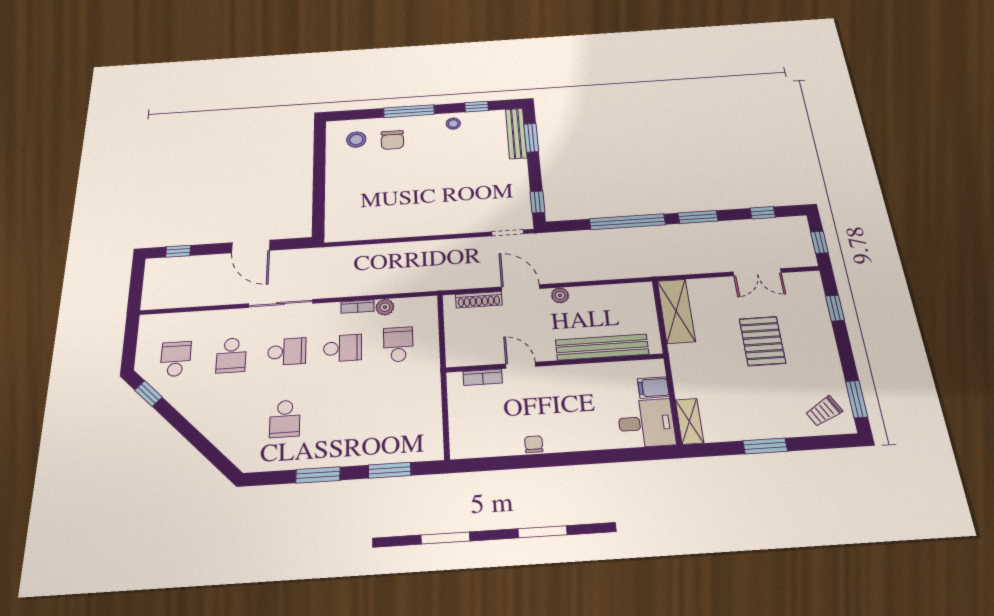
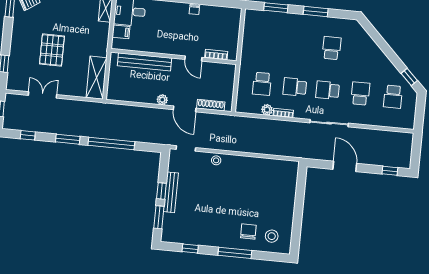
stool: (453, 124) -> (216, 160), moved
bench: (516, 133) -> (171, 192), moved
window: (537, 202) -> (161, 191), moved

